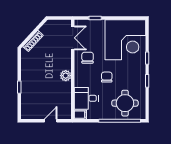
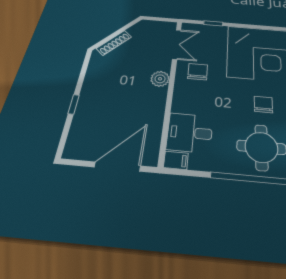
plant: (66, 76) -> (160, 79), moved
chair: (107, 77) -> (263, 104), moved
door: (51, 121) -> (117, 167), width x1.88

